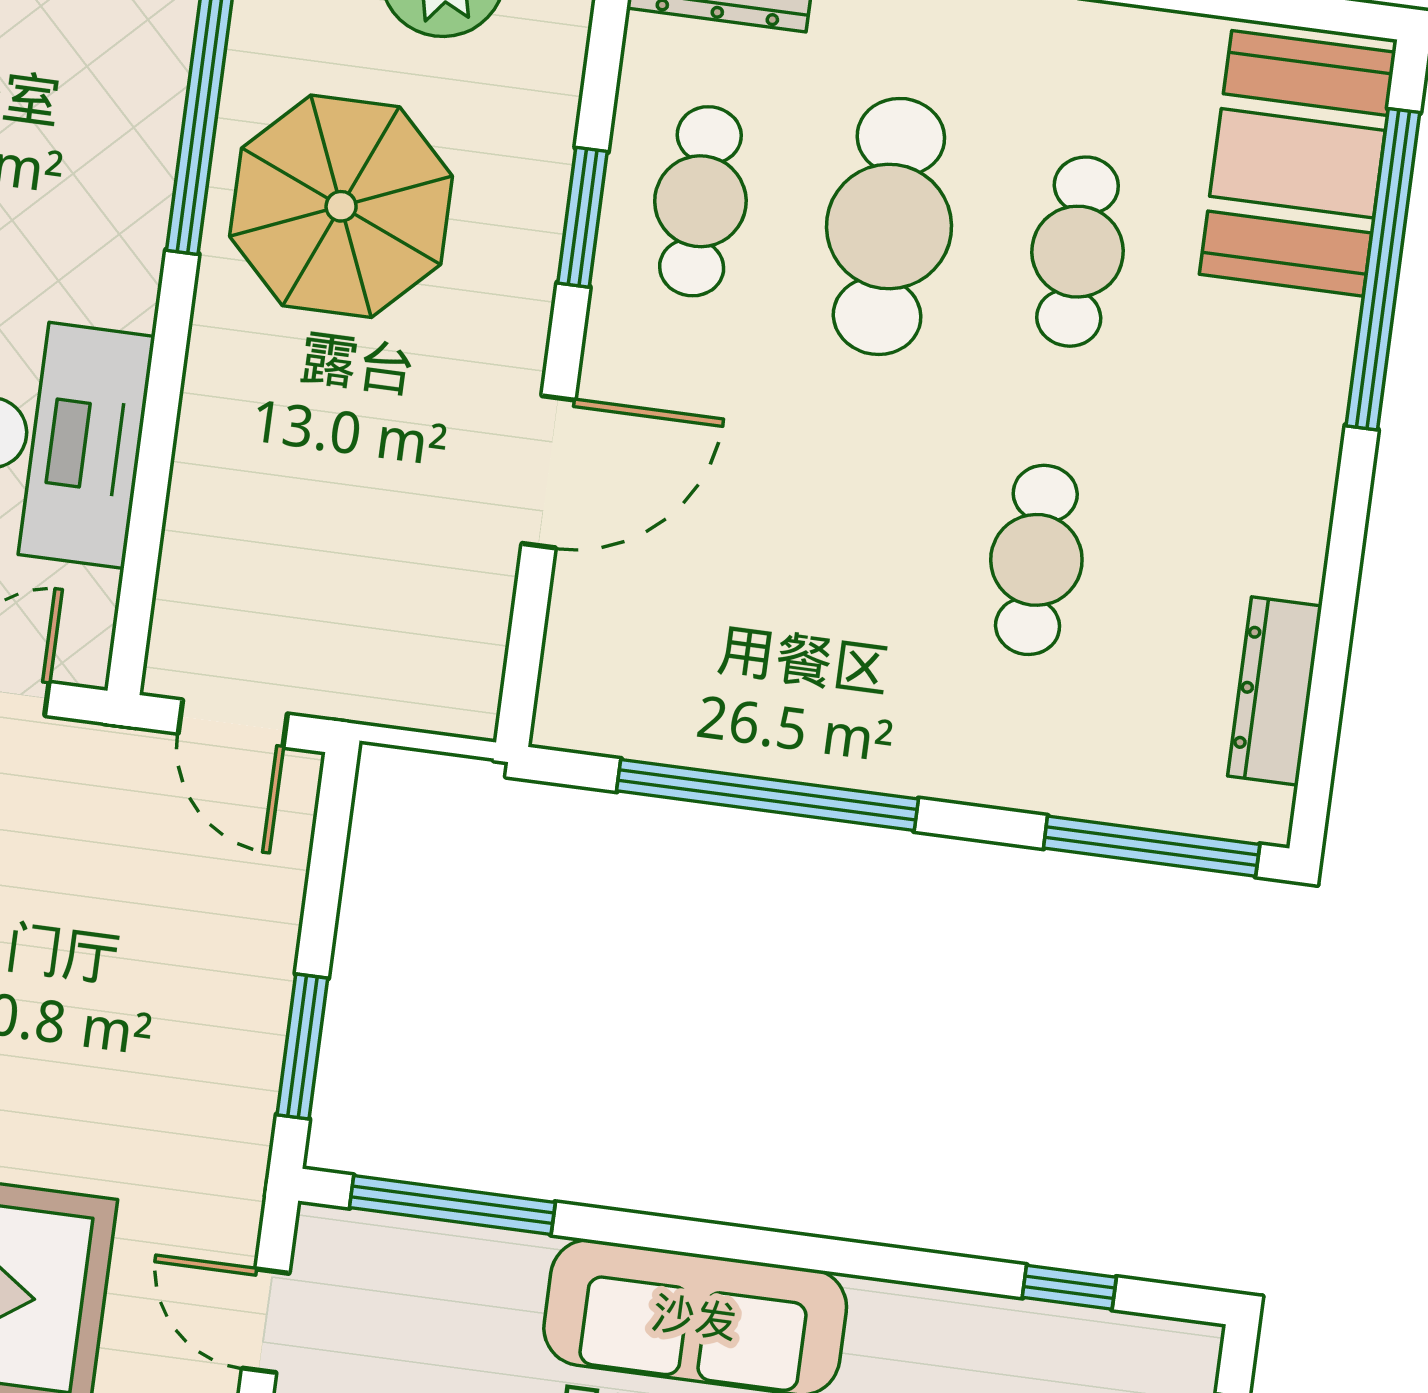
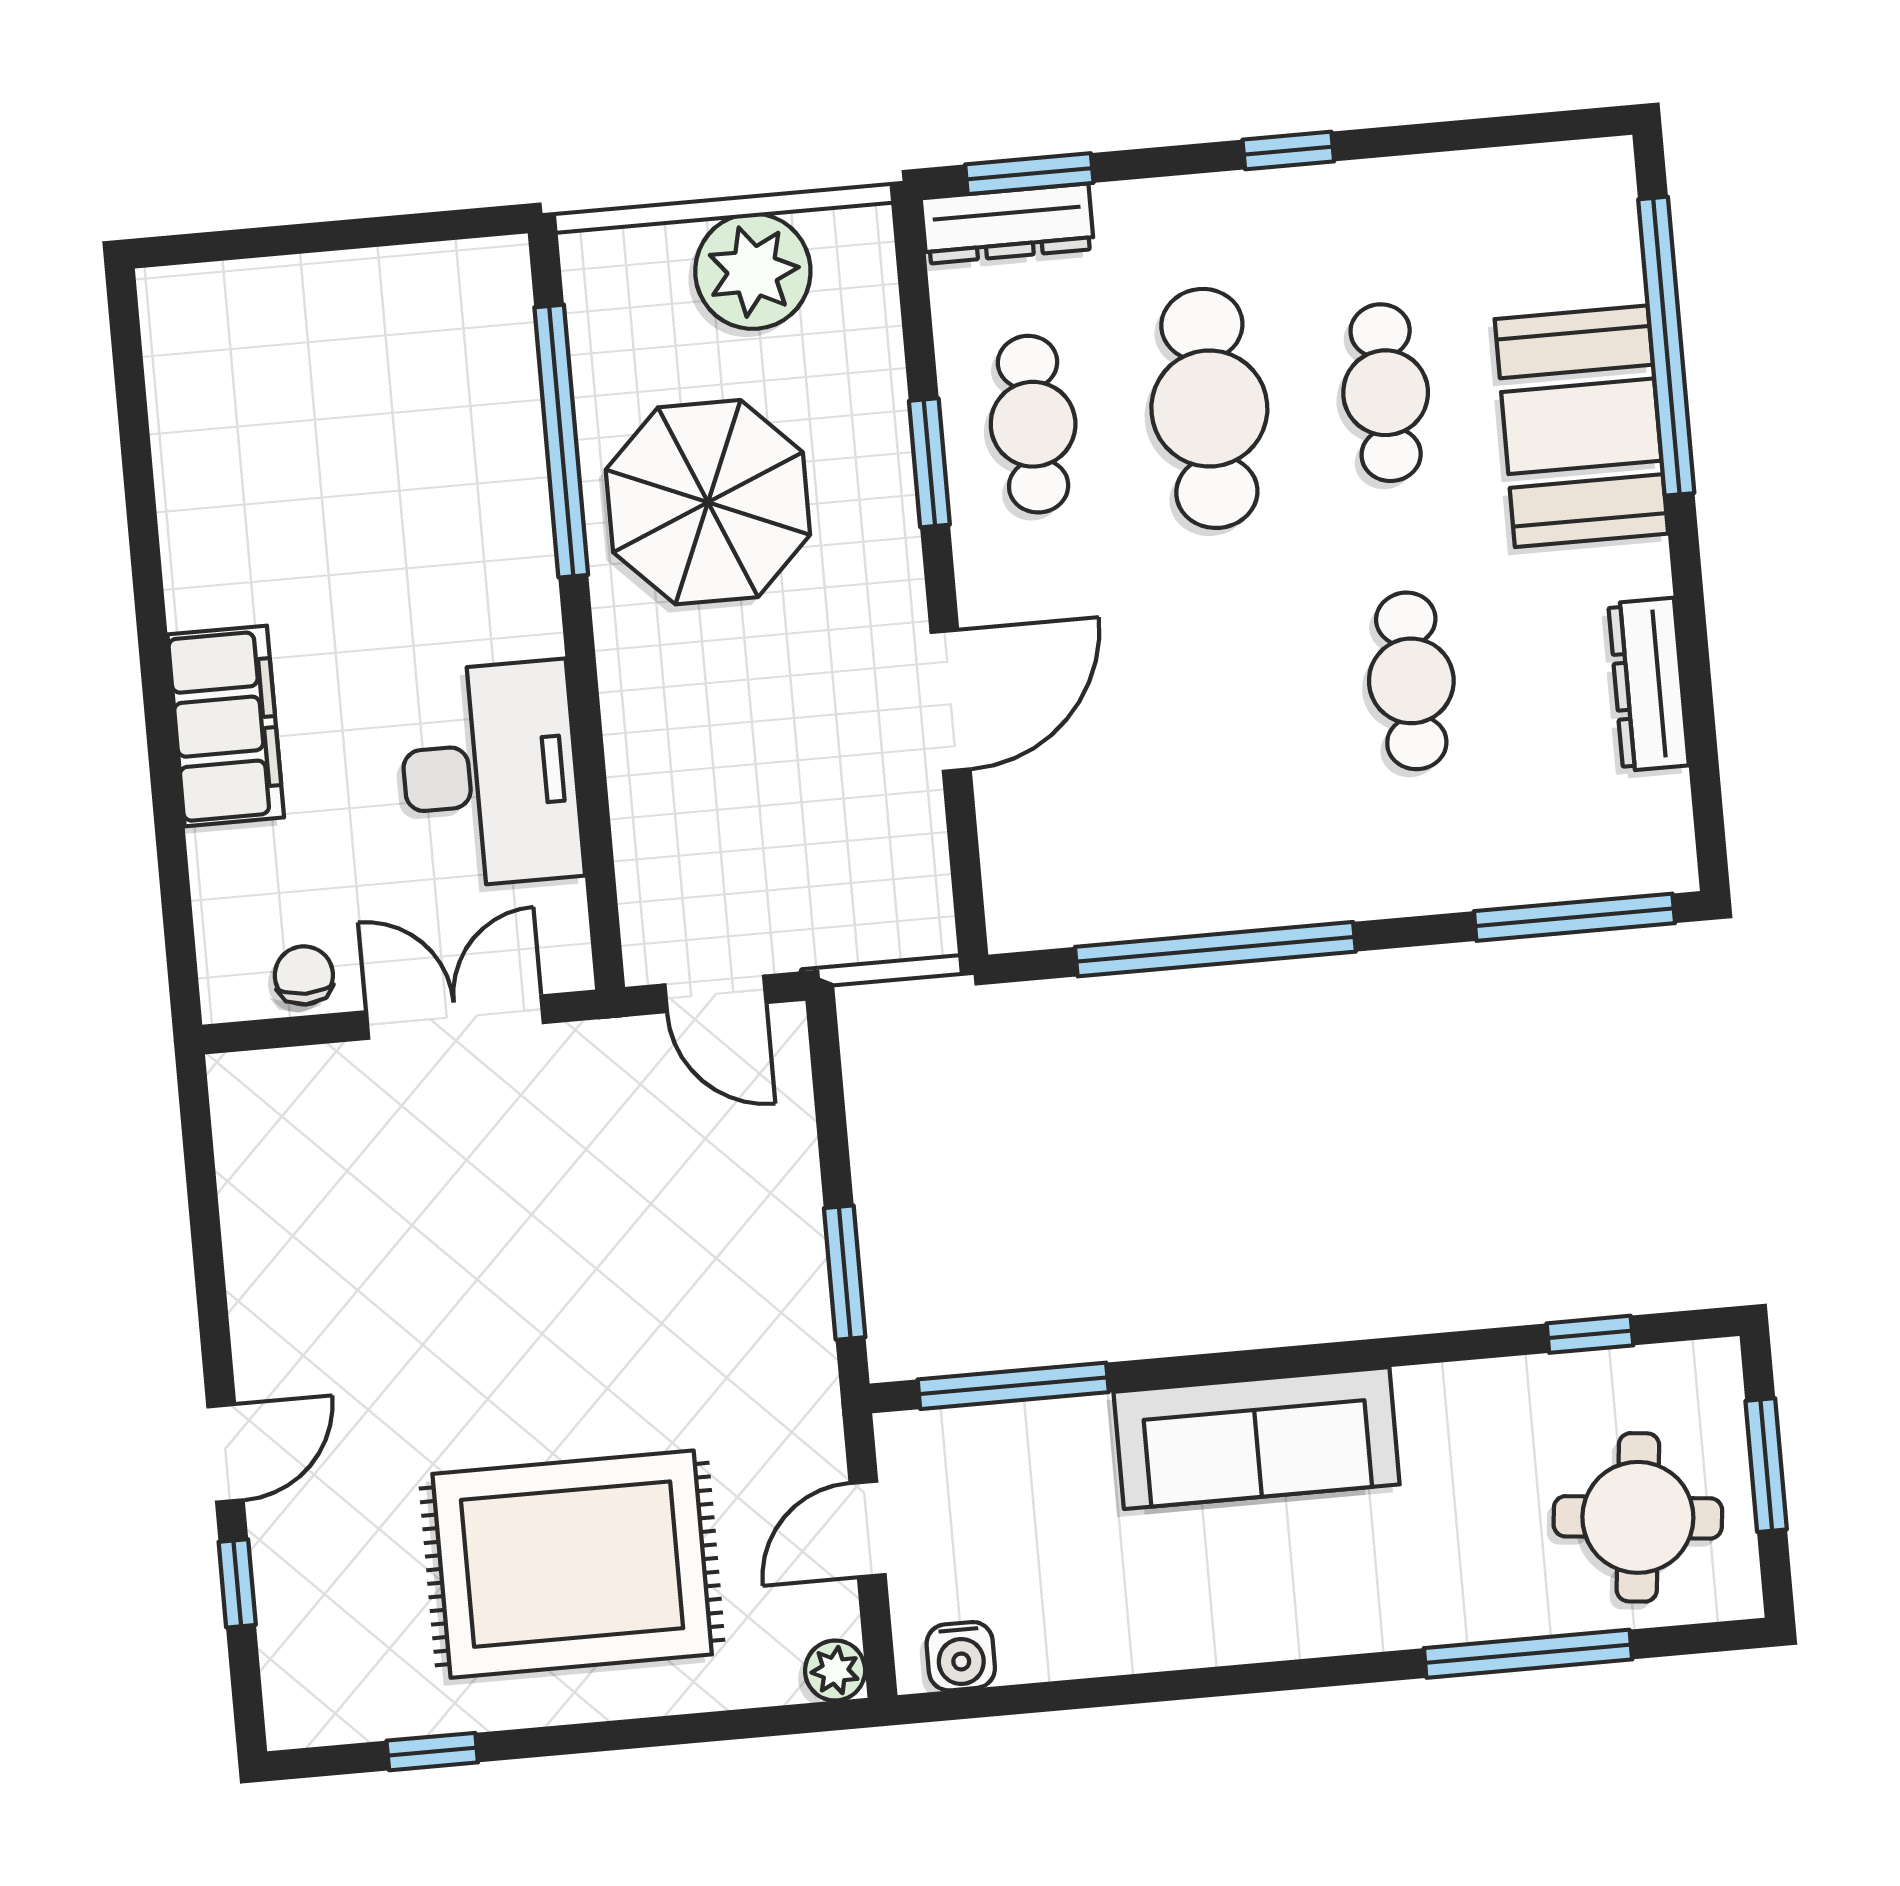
booth: (1297, 163) -> (1581, 426), moved
dresser: (1275, 691) -> (1648, 684), moved
door: (266, 1321) -> (868, 1529), hinge flipped

